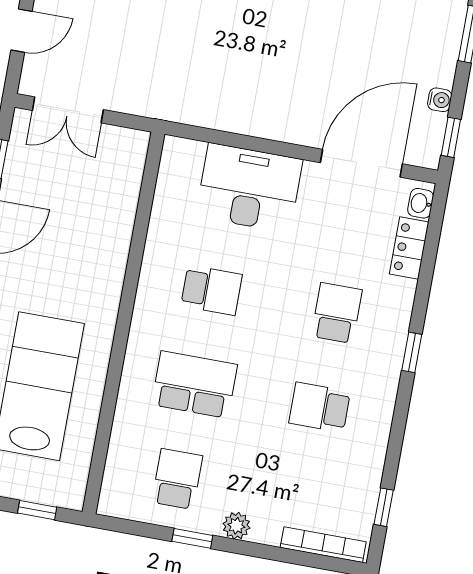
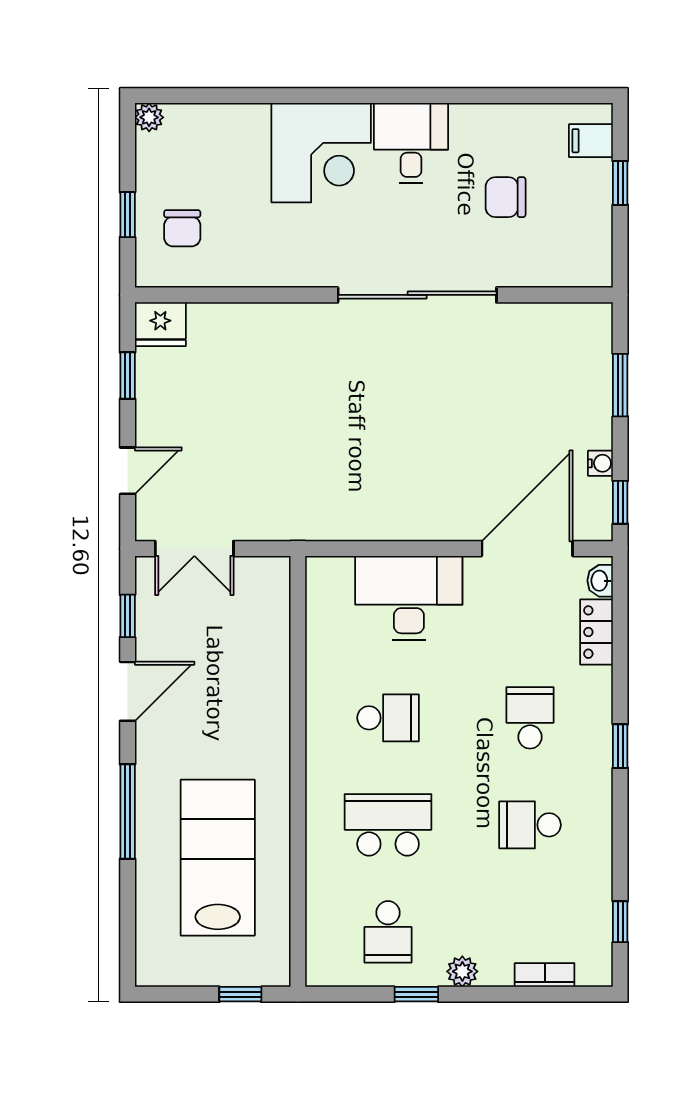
school desk: (177, 479) -> (388, 932), turned 180
bookcase: (323, 545) -> (545, 975), width x0.64

